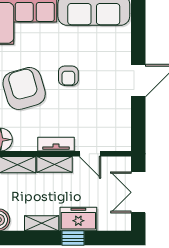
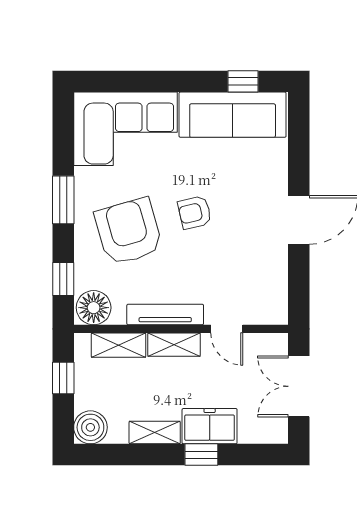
armchair: (68, 76) -> (195, 212), turned 77
tv unit: (56, 144) -> (165, 315), width x1.41

